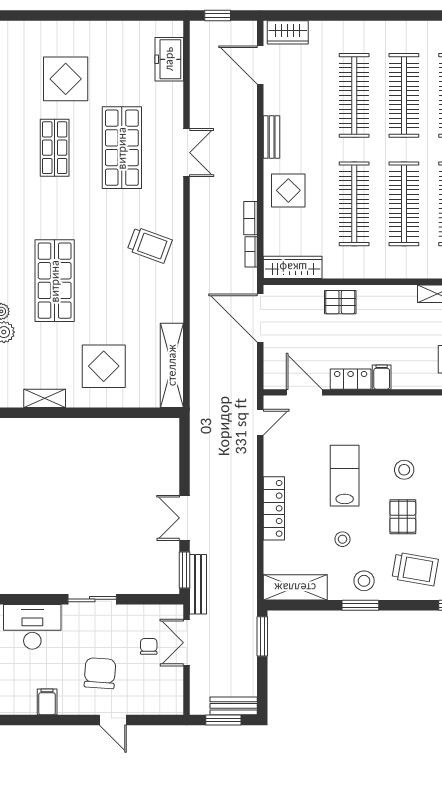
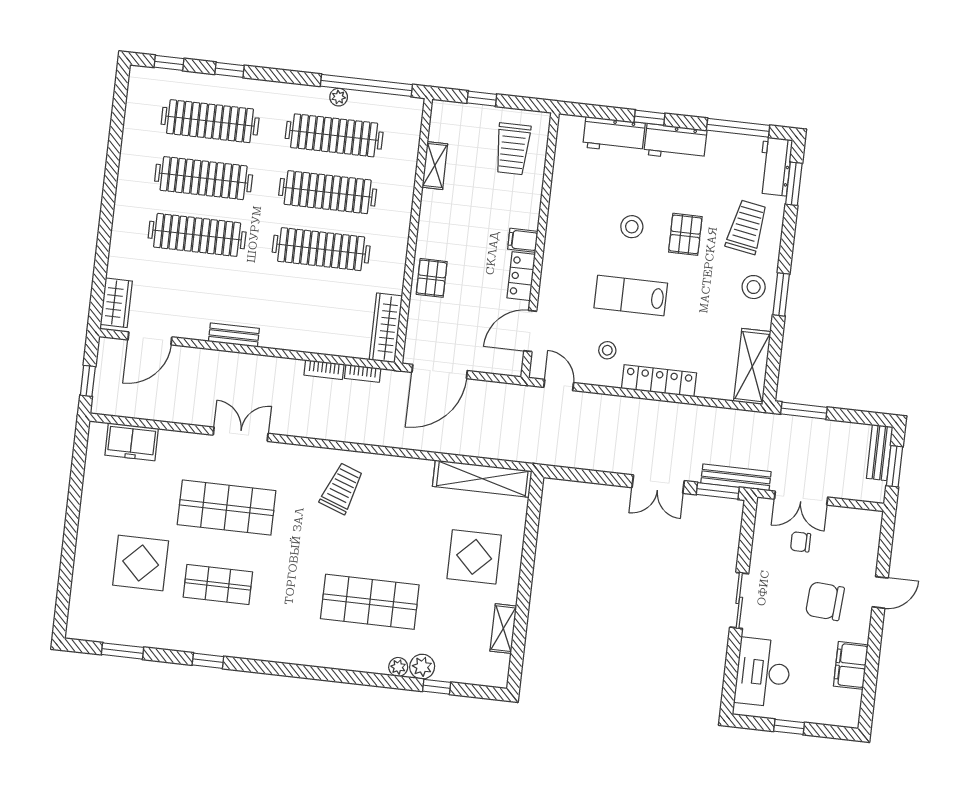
display table: (288, 190) -> (297, 323), removed
pallet: (403, 517) -> (685, 234), turned 90
stool: (342, 539) -> (607, 350), moved
filing cabinet: (47, 702) -> (851, 665), width x2.00

